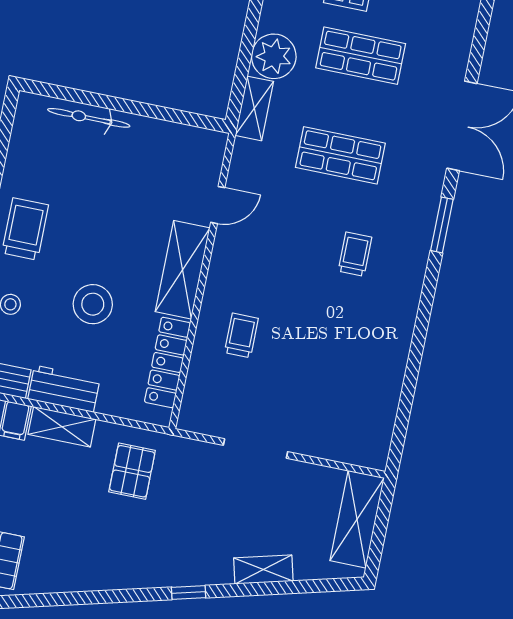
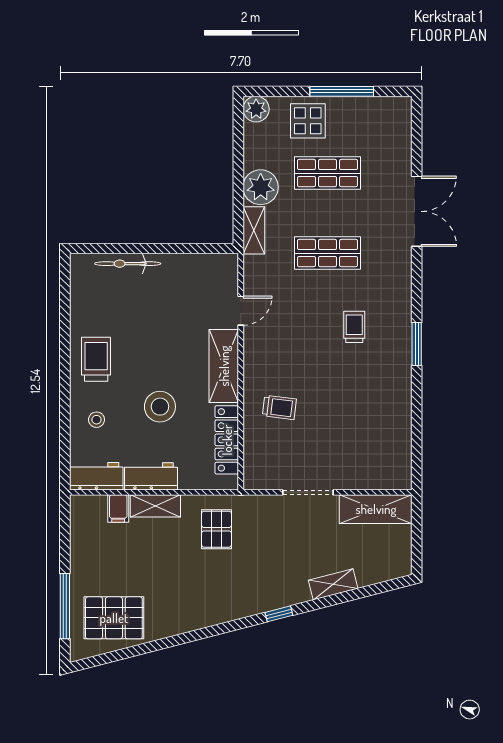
window: (442, 225) -> (417, 344), moved
trolley: (241, 335) -> (279, 407), turned 97
shelving: (357, 519) -> (376, 509), moved, turned 90

